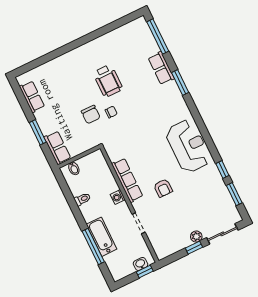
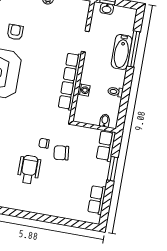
chair: (91, 114) -> (61, 153), turned -97
row of seats: (127, 180) -> (70, 81), width x1.36
armchair: (163, 188) -> (15, 32), moved
washing machine: (118, 197) -> (84, 90), moved

